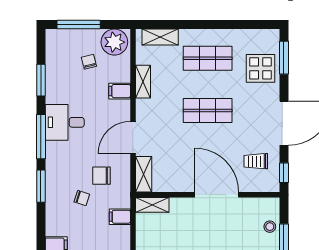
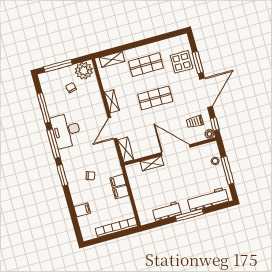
window: (284, 58) -> (198, 62), moved
window: (41, 80) -> (44, 108), width x1.44
shelving: (143, 82) -> (112, 101), moved
filing cabinet: (120, 91) -> (121, 192), moved
desk: (65, 122) -> (66, 130), width x1.37
chair: (102, 176) -> (99, 158), removed
plant: (272, 185) -> (209, 134), added
shelving: (152, 205) -> (152, 163), moved

